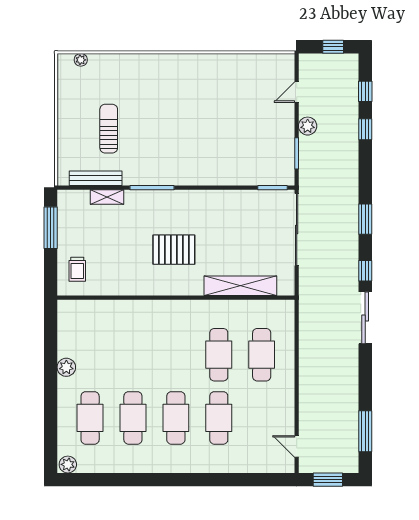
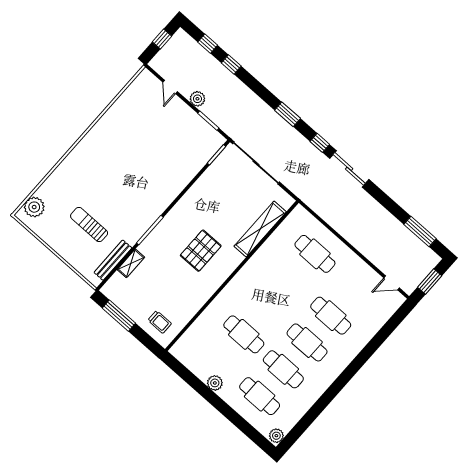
plant: (81, 60) -> (34, 207), width x1.88, depth x1.88
cafe table: (219, 355) -> (244, 334), moved

